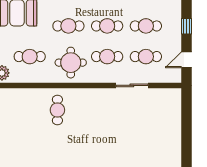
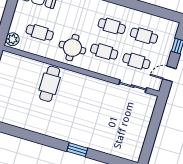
cafe table: (68, 26) -> (79, 17), removed
sliding door: (132, 85) -> (133, 86), moved
cafe table: (57, 110) -> (50, 84), width x1.37, depth x1.35

